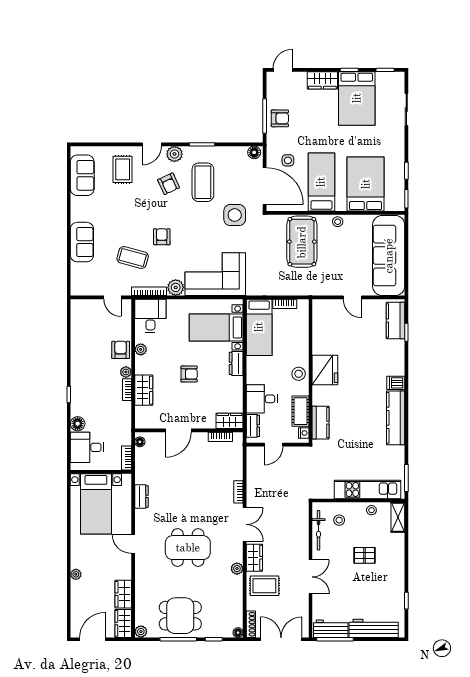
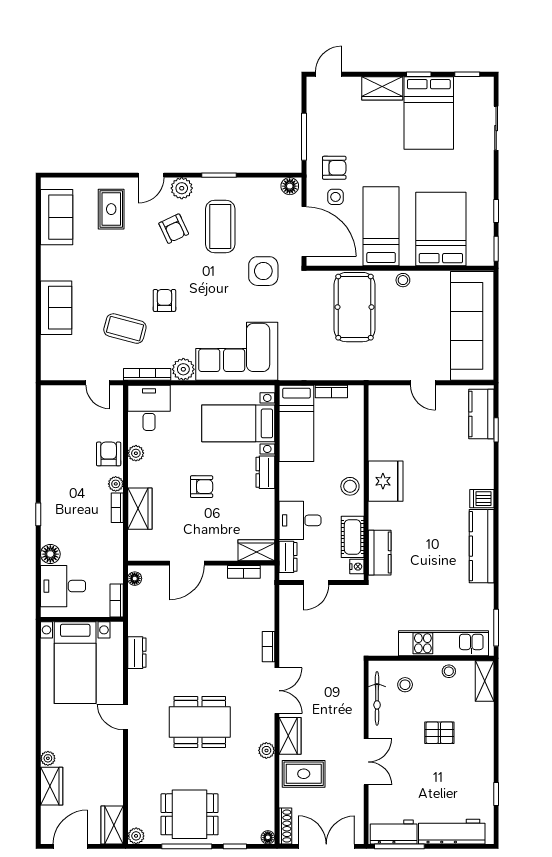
armchair: (280, 118) -> (334, 168), moved
wardrobe: (123, 594) -> (52, 786), moved, turned 180

